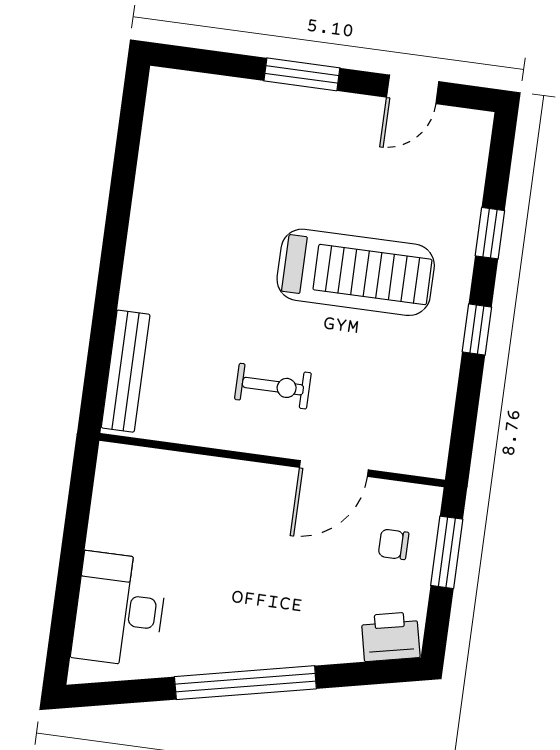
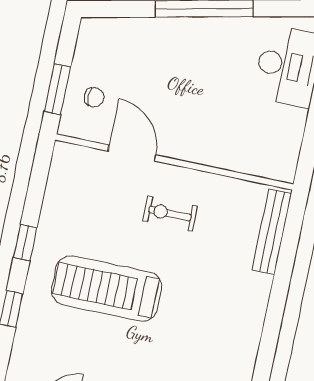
door: (334, 469) -> (132, 153), hinge flipped
printer: (391, 637) -> (101, 33), removed

